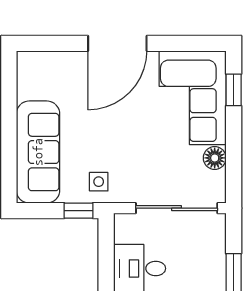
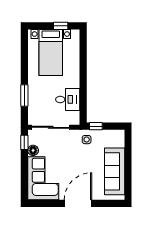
window: (234, 90) -> (24, 142), moved
sofa: (38, 152) -> (115, 171), moved

